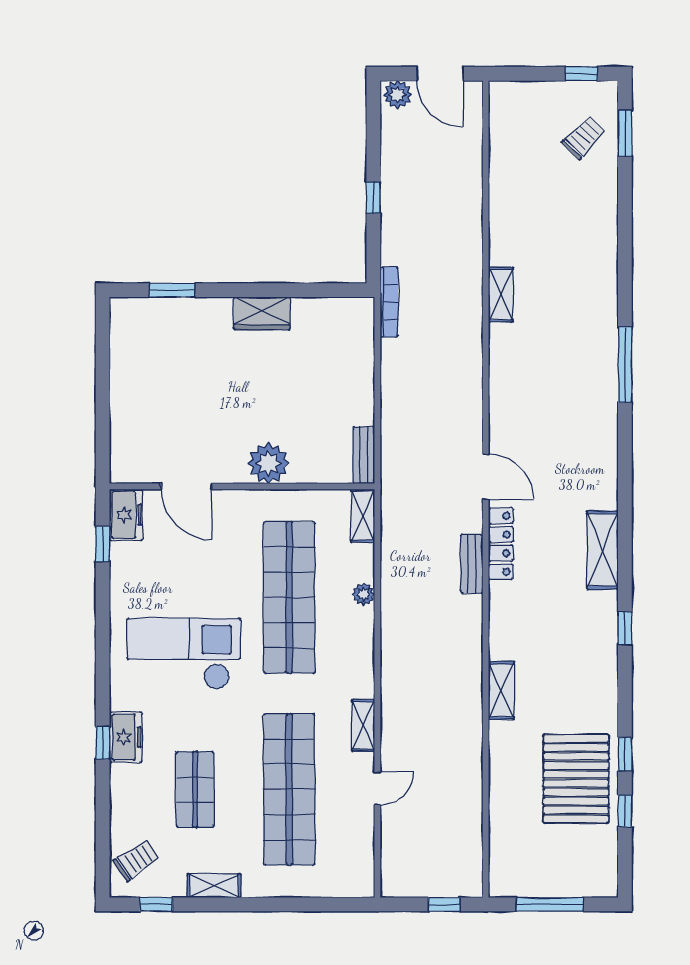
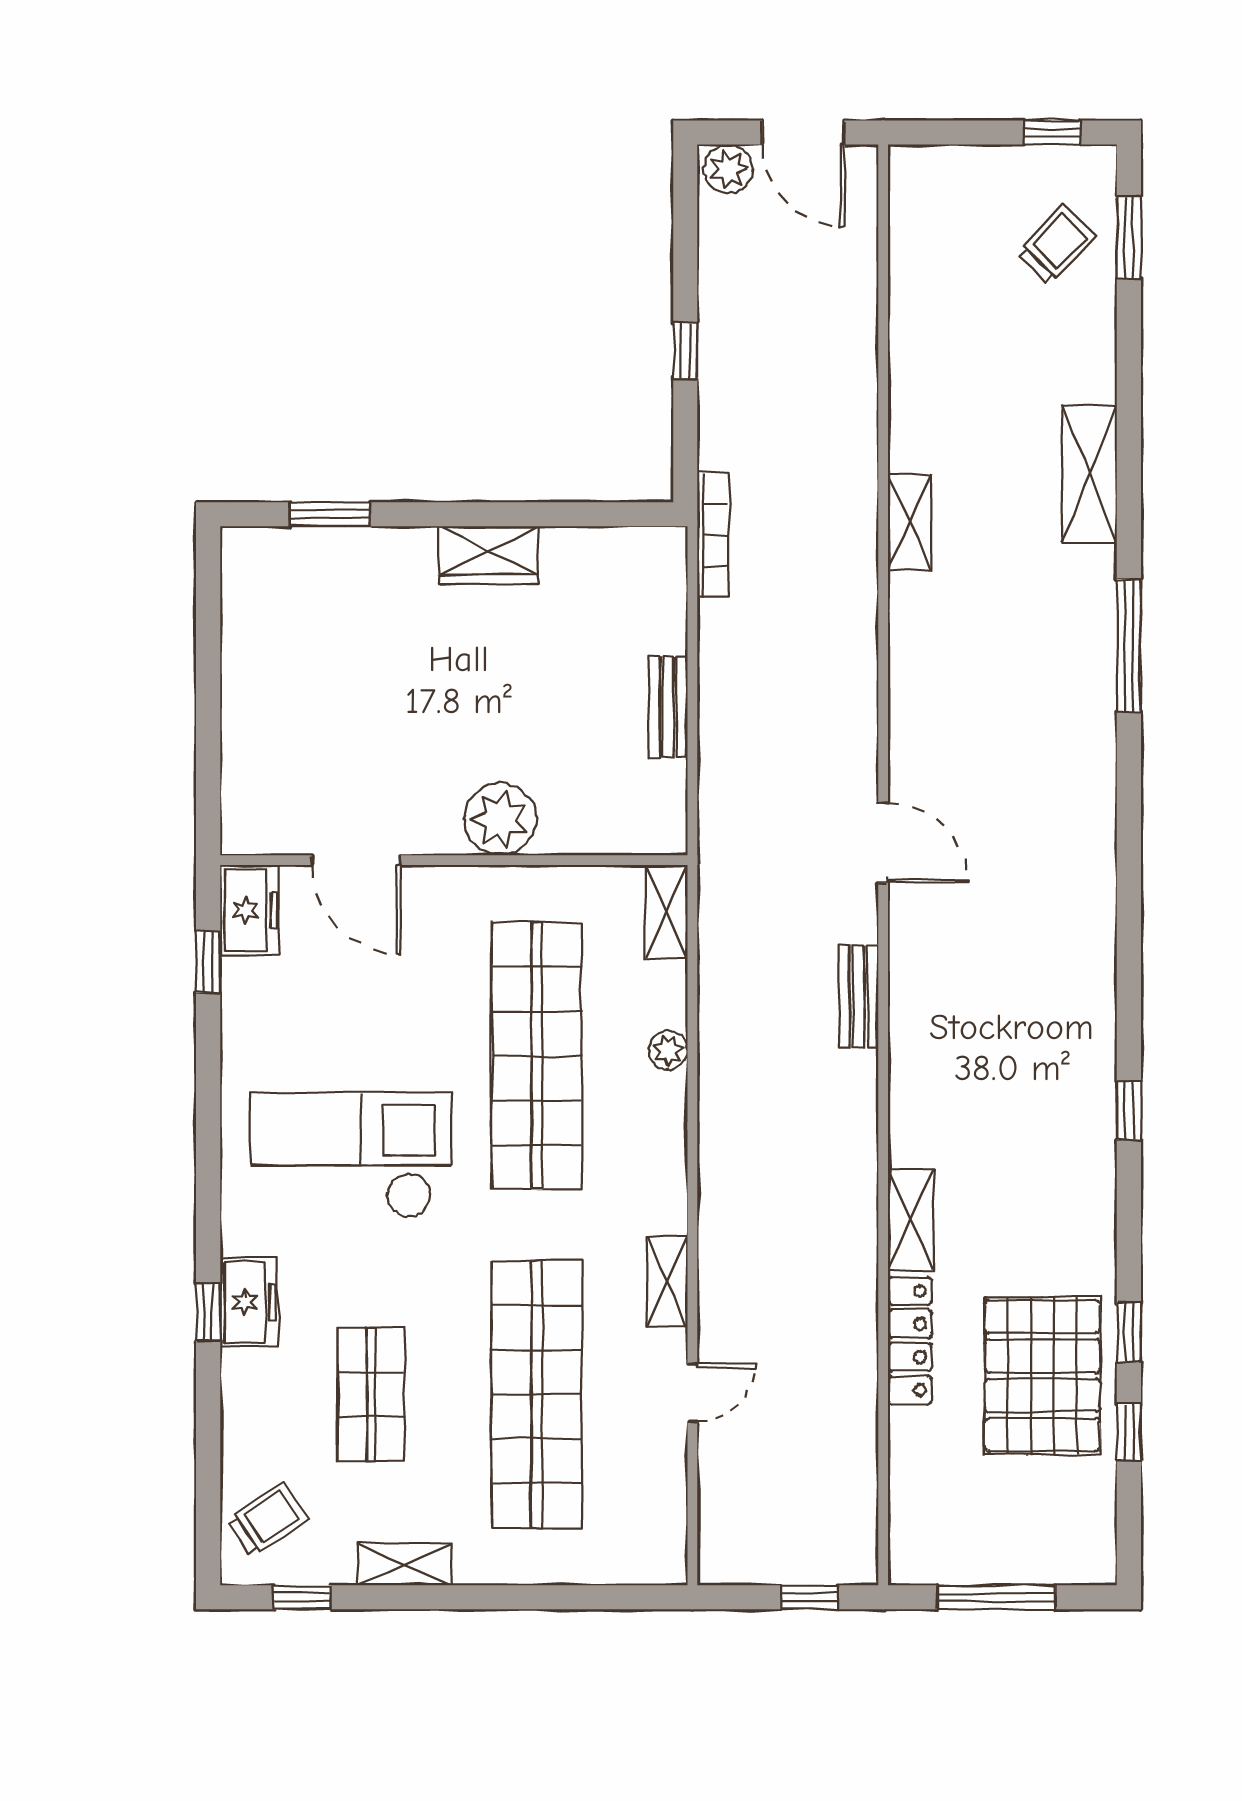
bench: (364, 455) -> (668, 707), moved
locker: (501, 544) -> (910, 1341), moved
shelving: (603, 550) -> (1089, 474), moved

